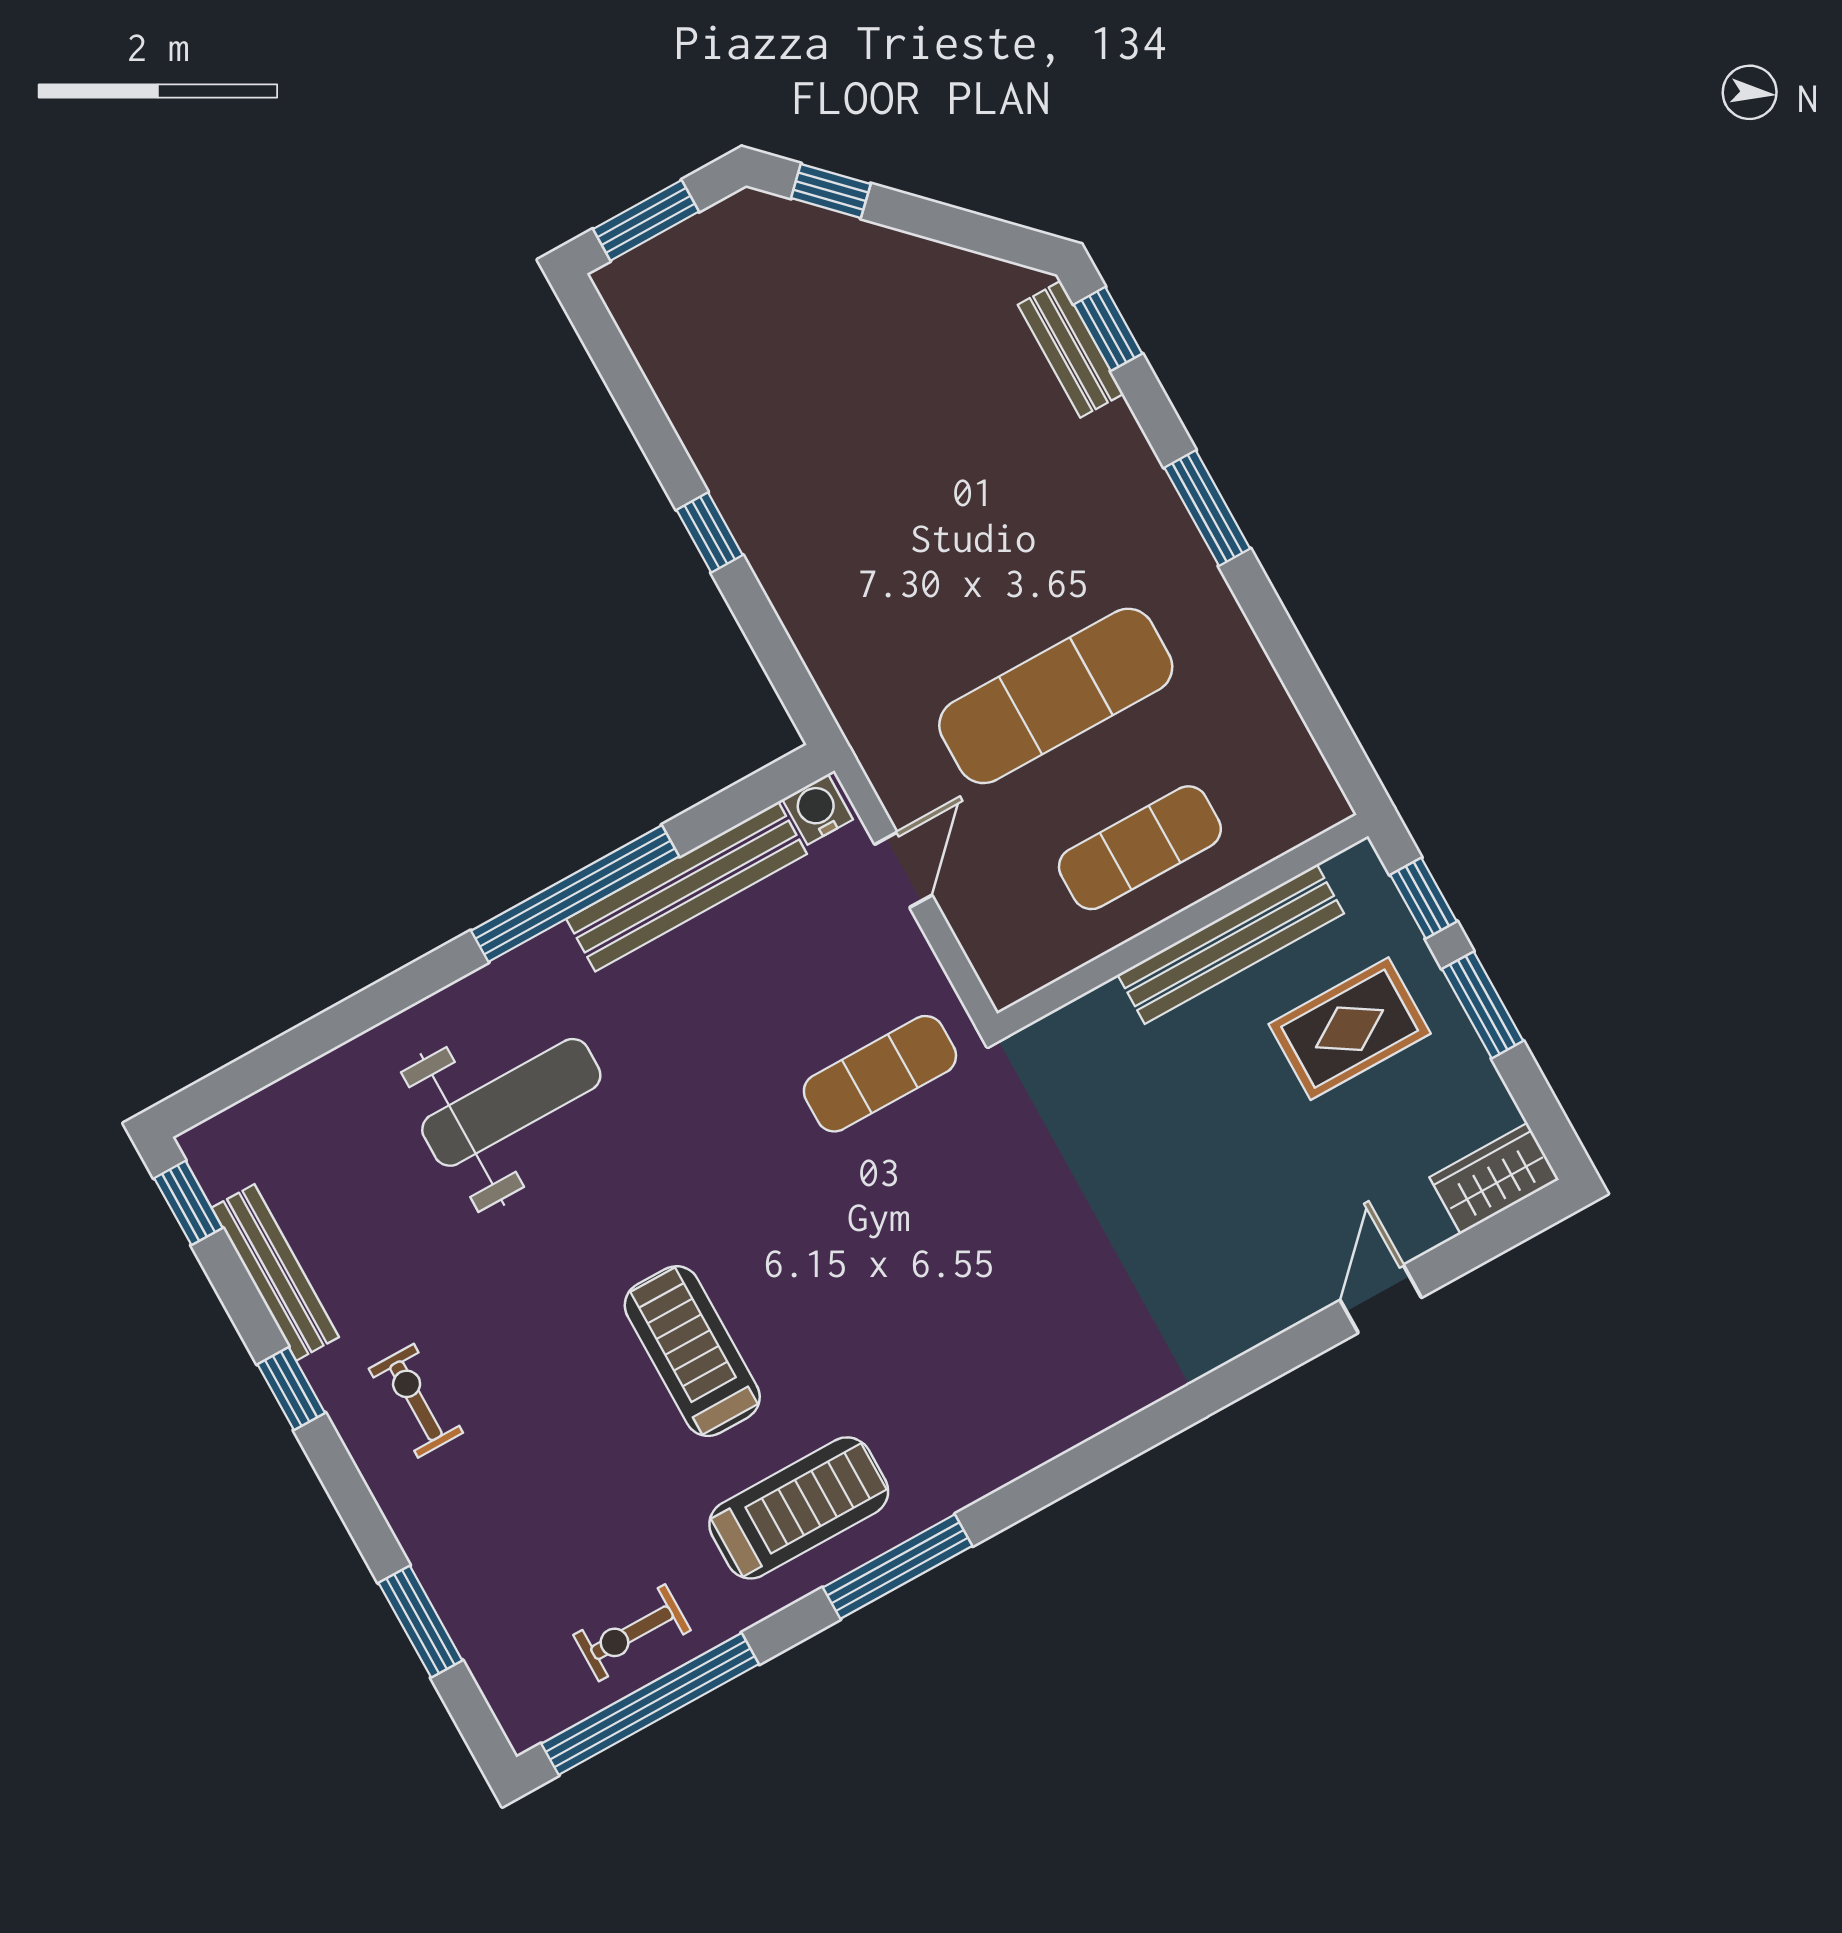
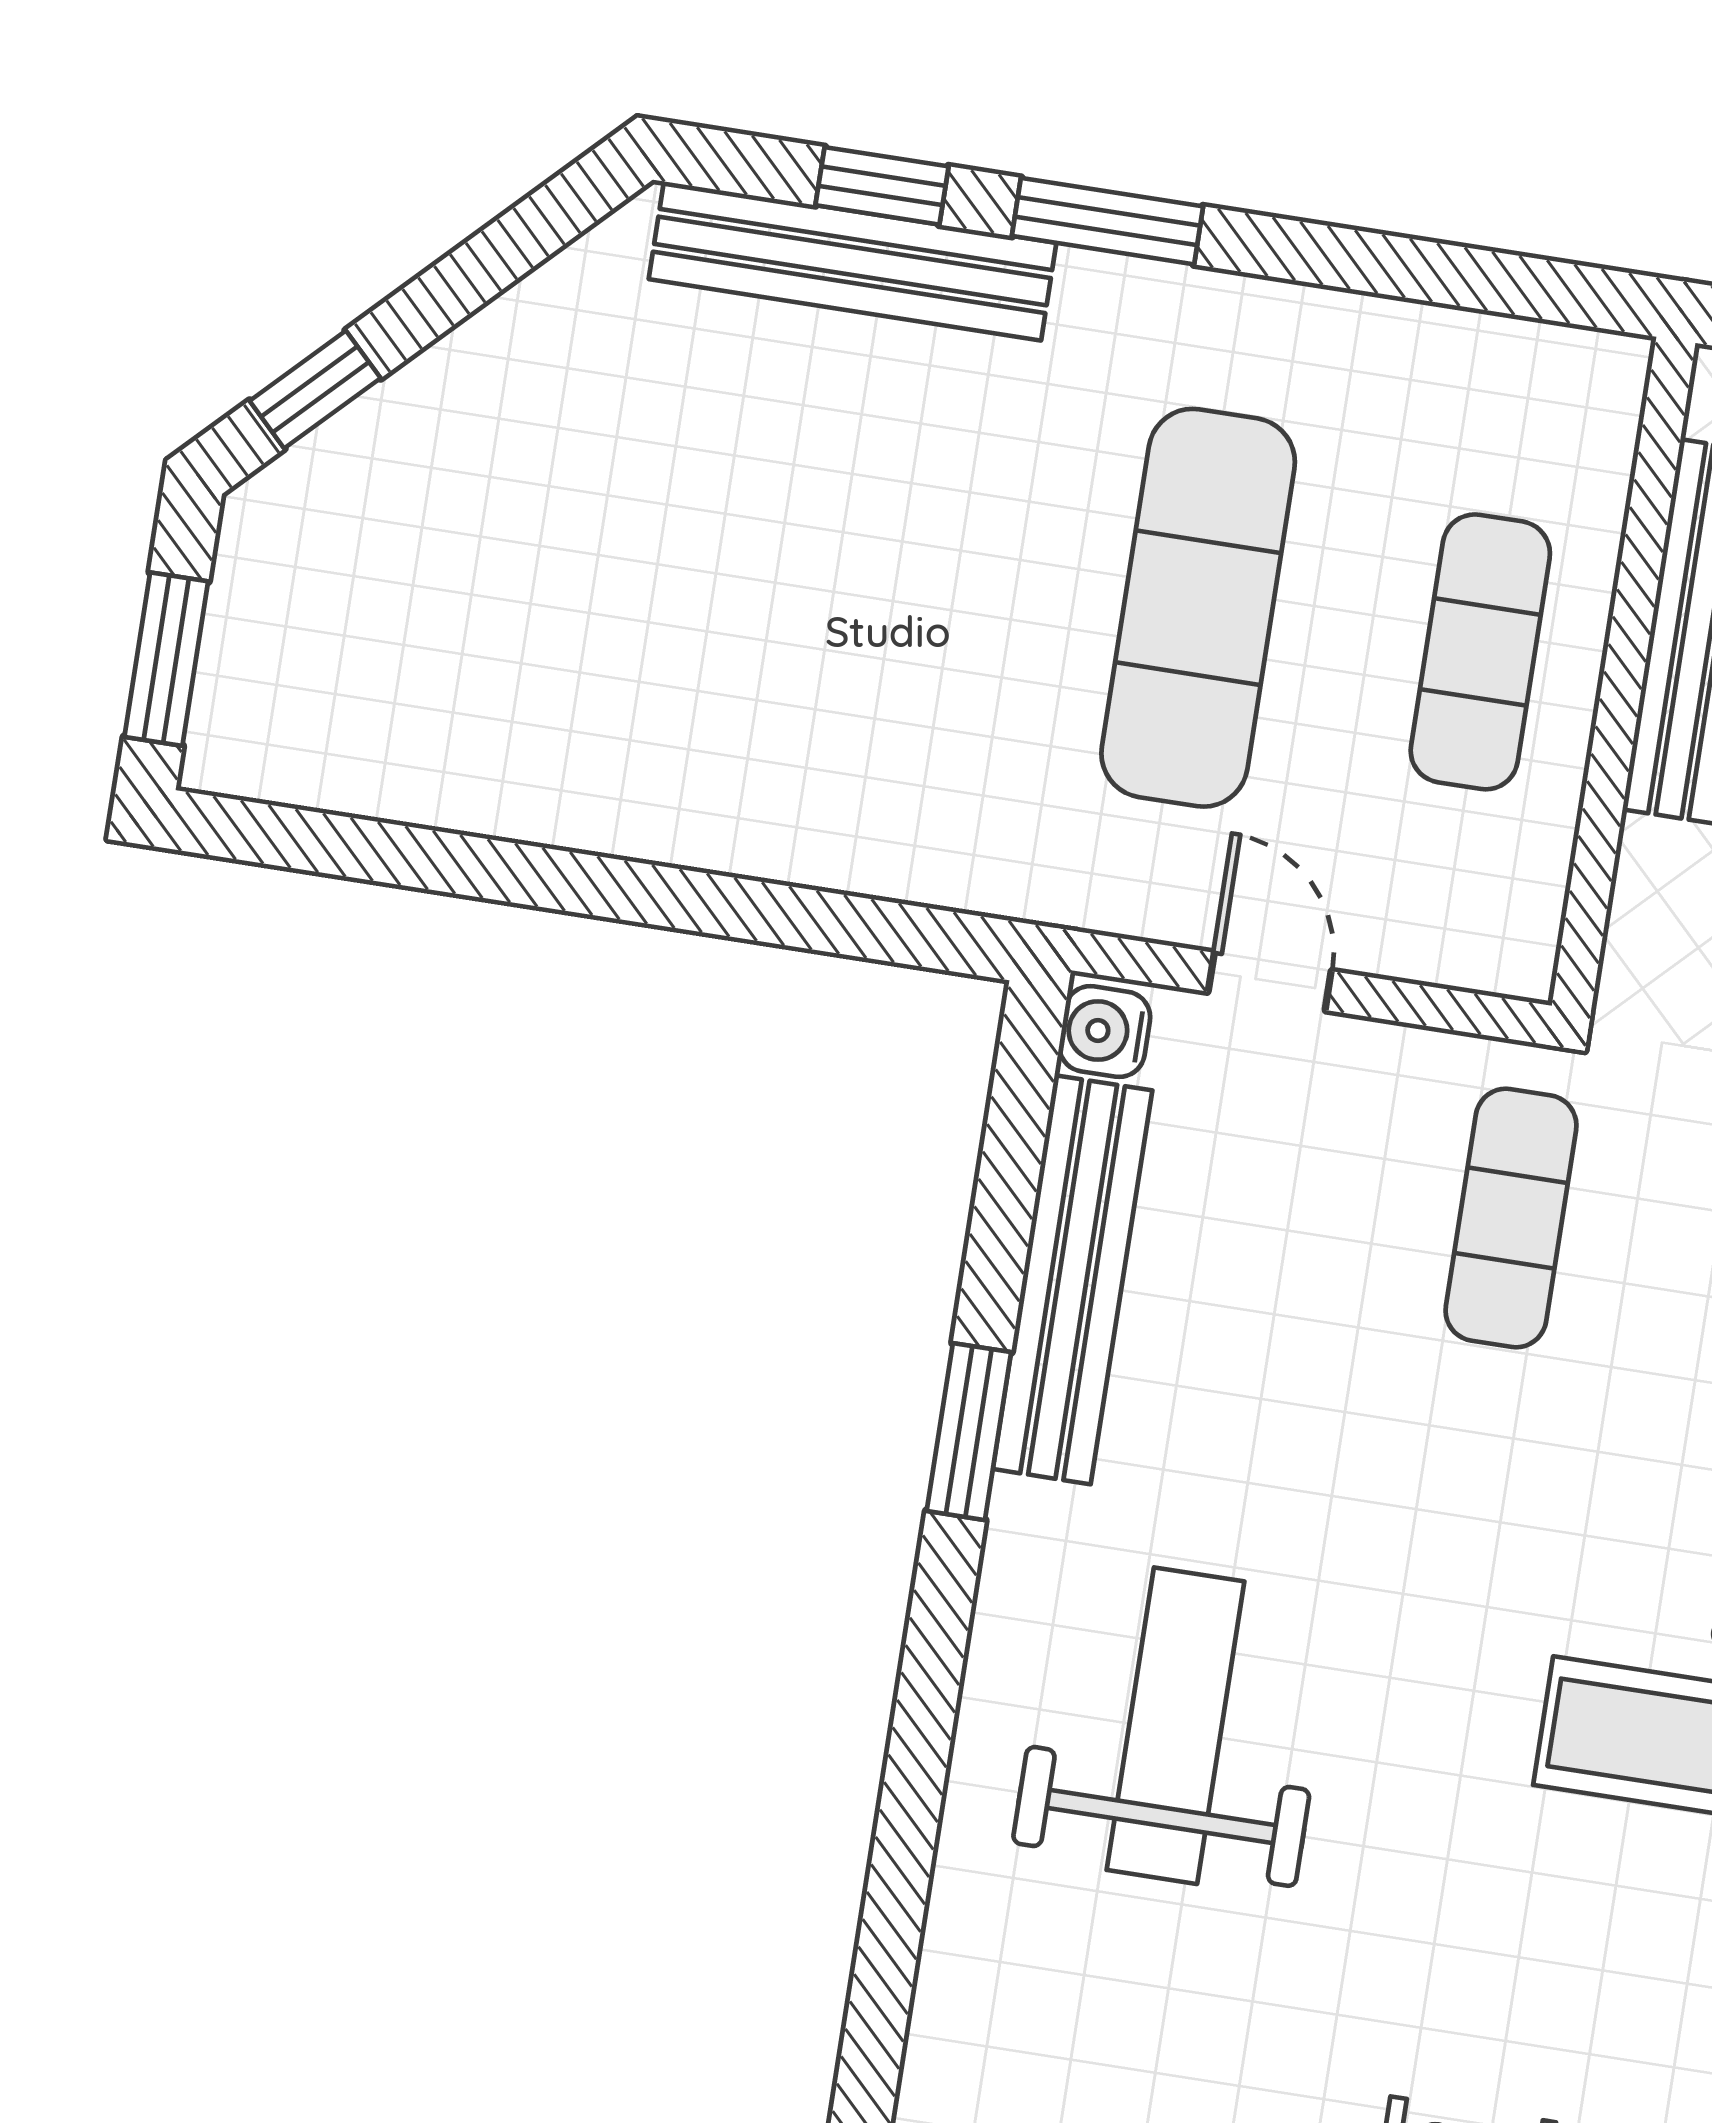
window: (1108, 329) -> (882, 186), moved
bench: (1071, 349) -> (853, 261), width x1.86, depth x1.21
window: (710, 533) -> (636, 892), removed
window: (575, 893) -> (969, 1432), width x0.47

